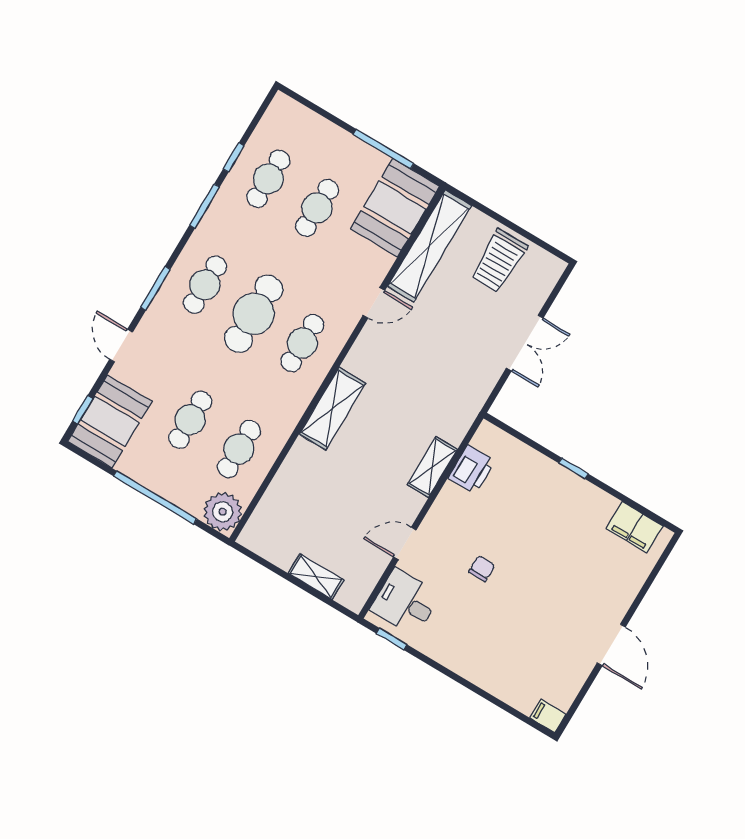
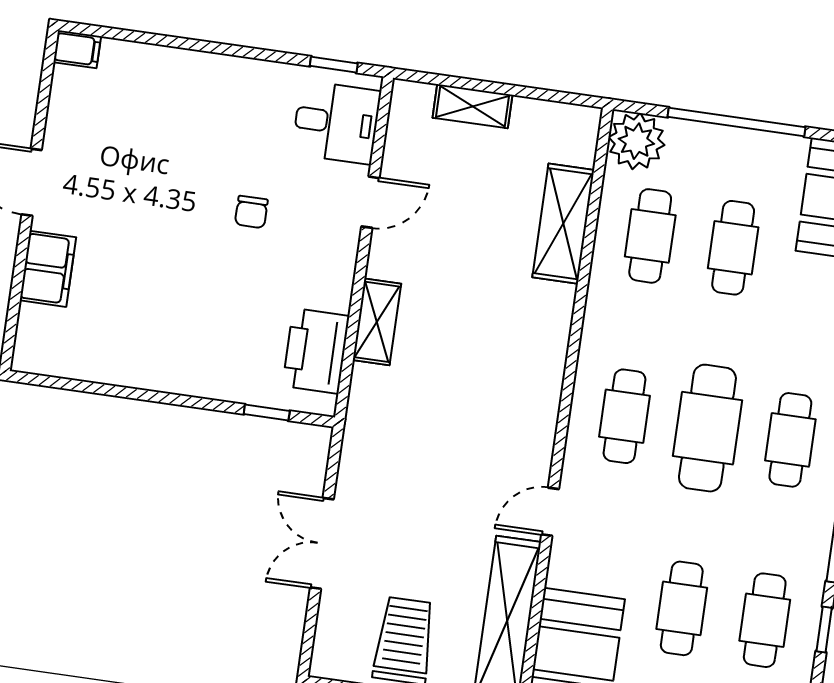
shelving: (332, 409) -> (563, 224), moved
window: (573, 468) -> (267, 412), moved
printer: (472, 469) -> (316, 351), width x1.37, depth x1.19
filing cabinet: (634, 527) -> (48, 269), moved, turned 90

